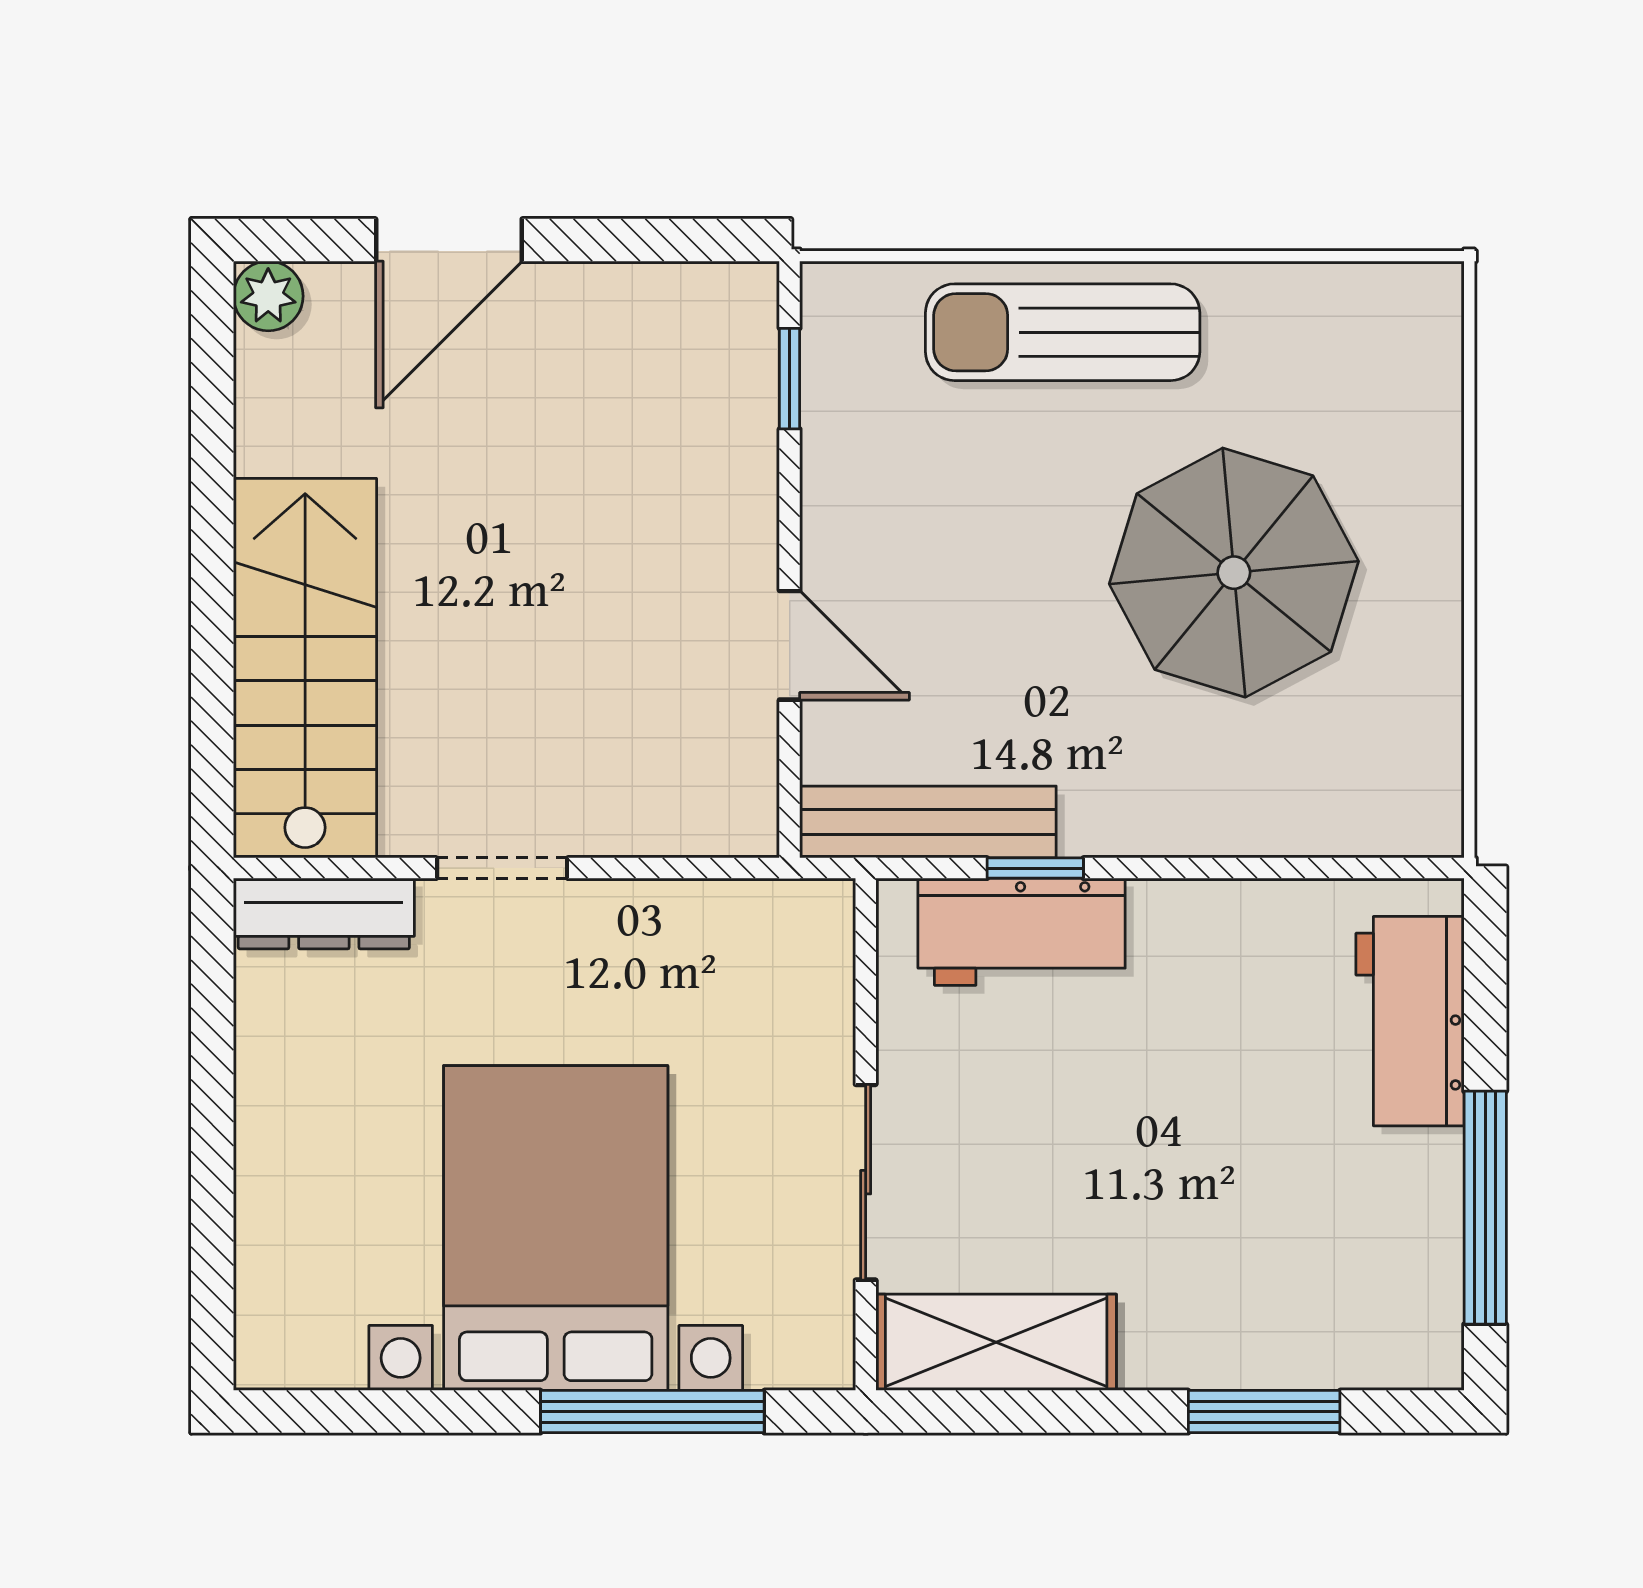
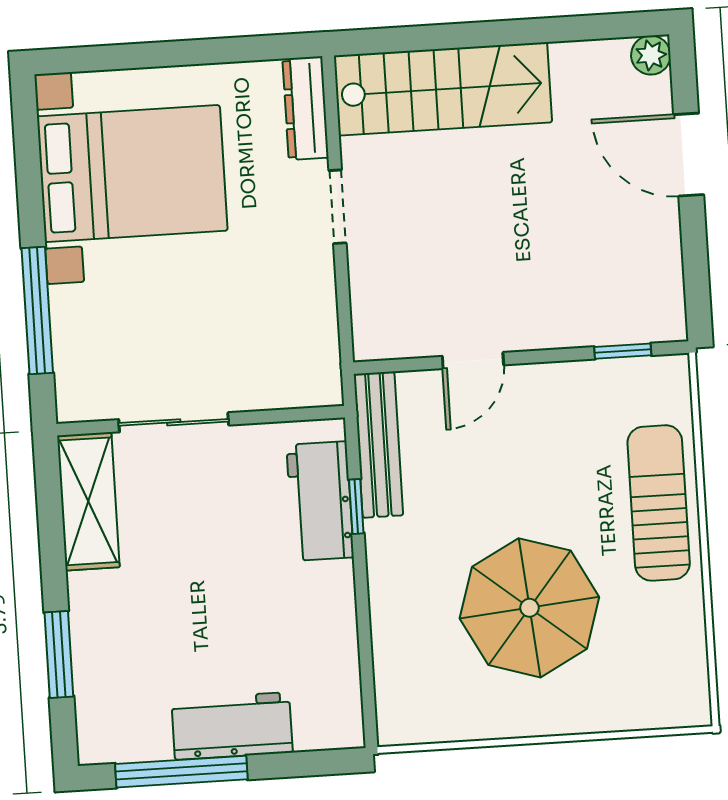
workbench: (1410, 1021) -> (232, 726), moved
bed with nightstands: (556, 1228) -> (132, 174), moved

